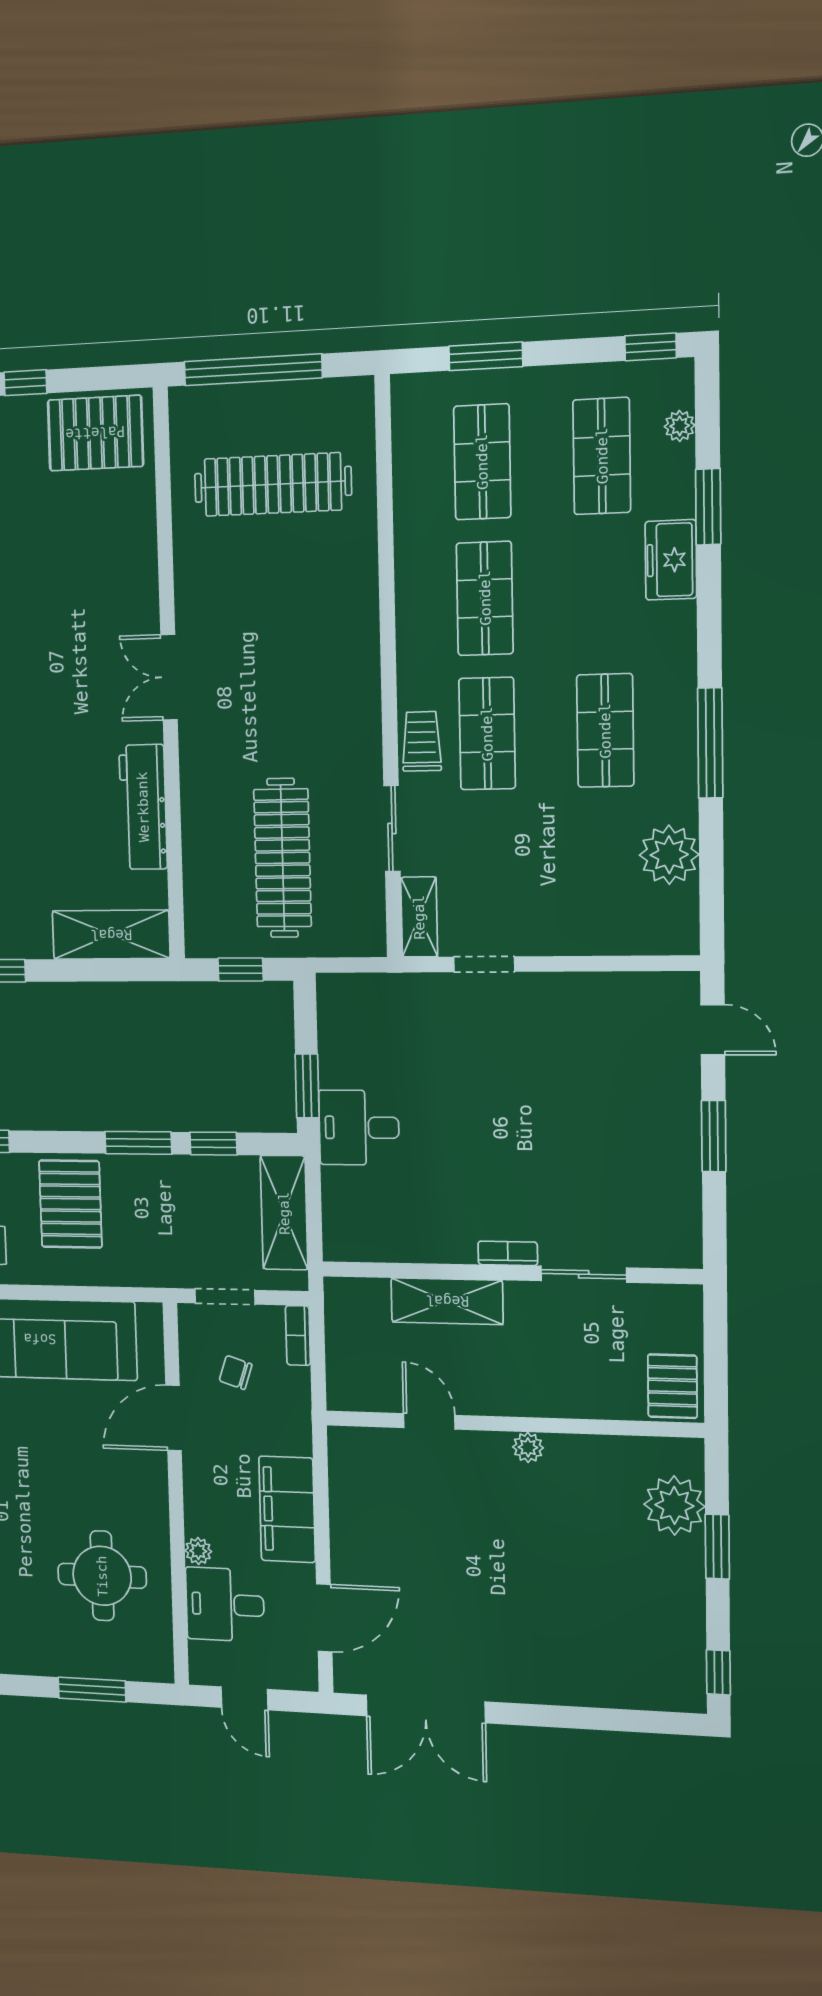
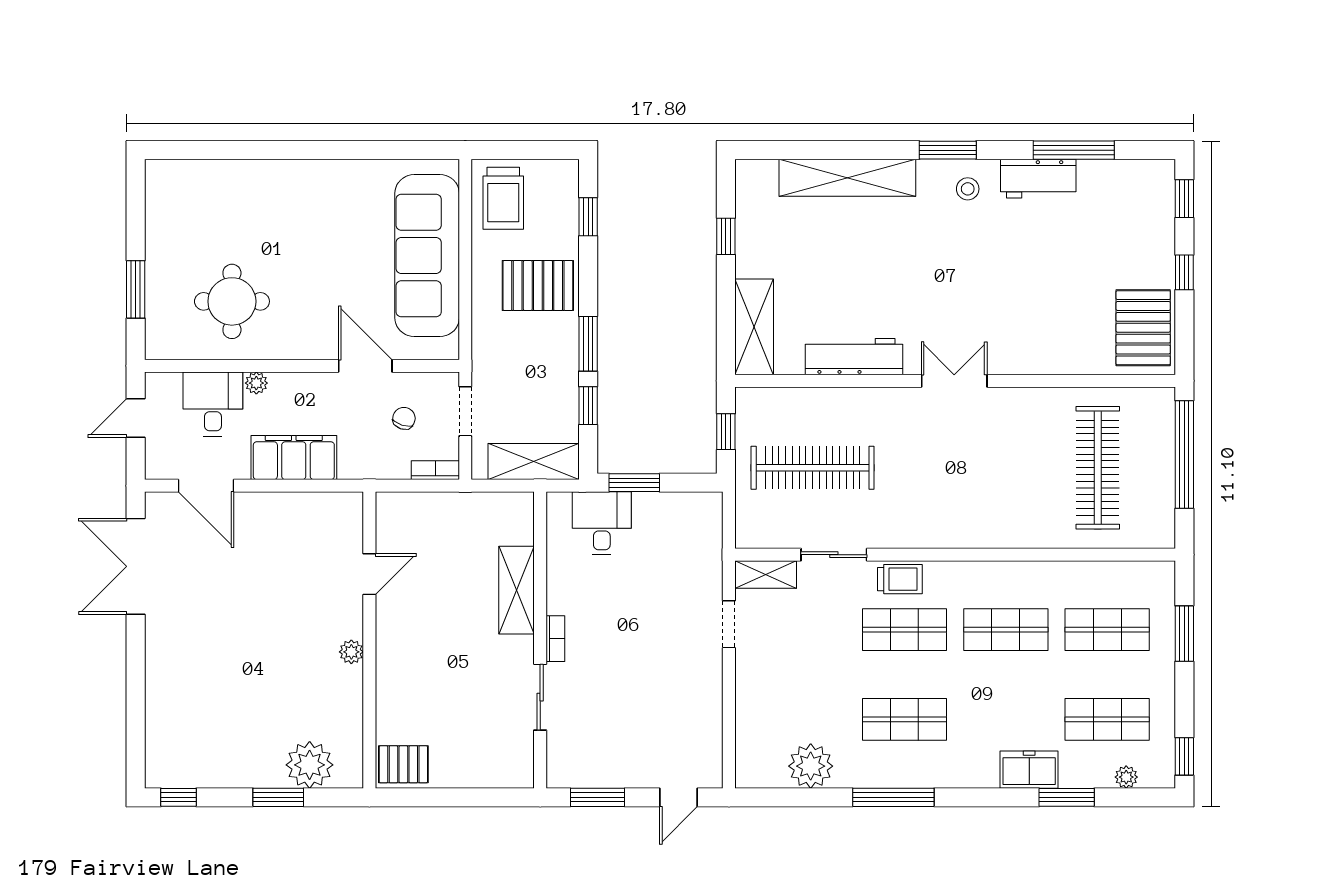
bookcase: (508, 1253) -> (555, 639), moved
wall: (510, 1273) -> (540, 640), moved
sliding door: (584, 1274) -> (540, 697), moved
shelving: (447, 1301) -> (517, 590), moved

